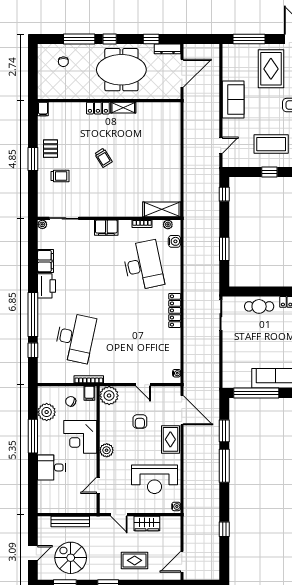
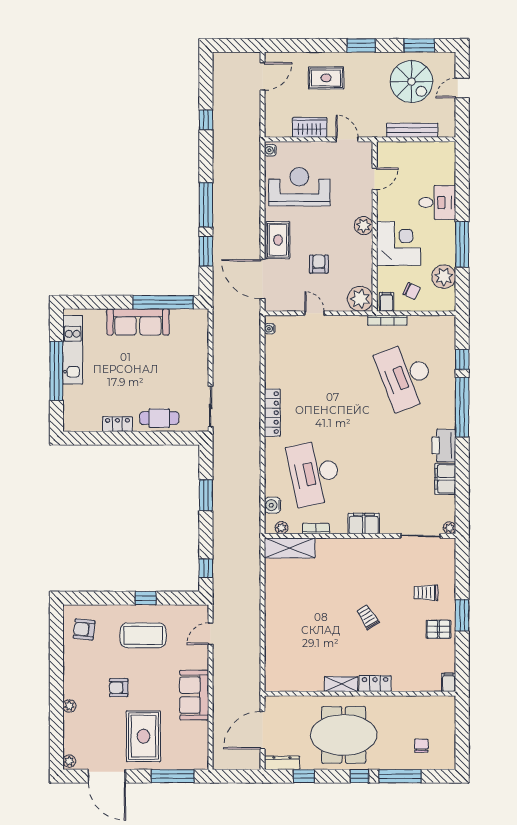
pallet: (51, 149) -> (438, 629), turned 90
desk: (75, 338) -> (406, 376), turned -33

